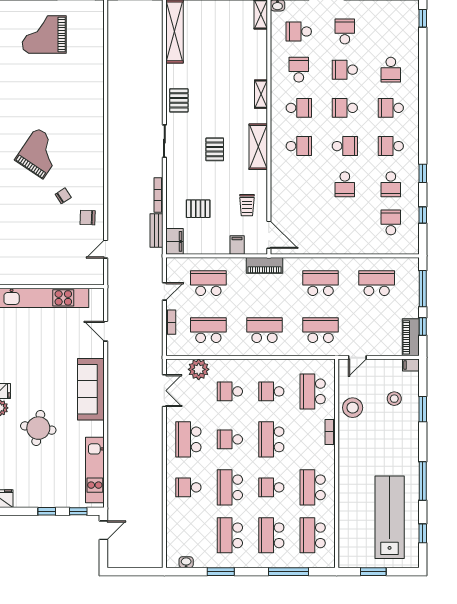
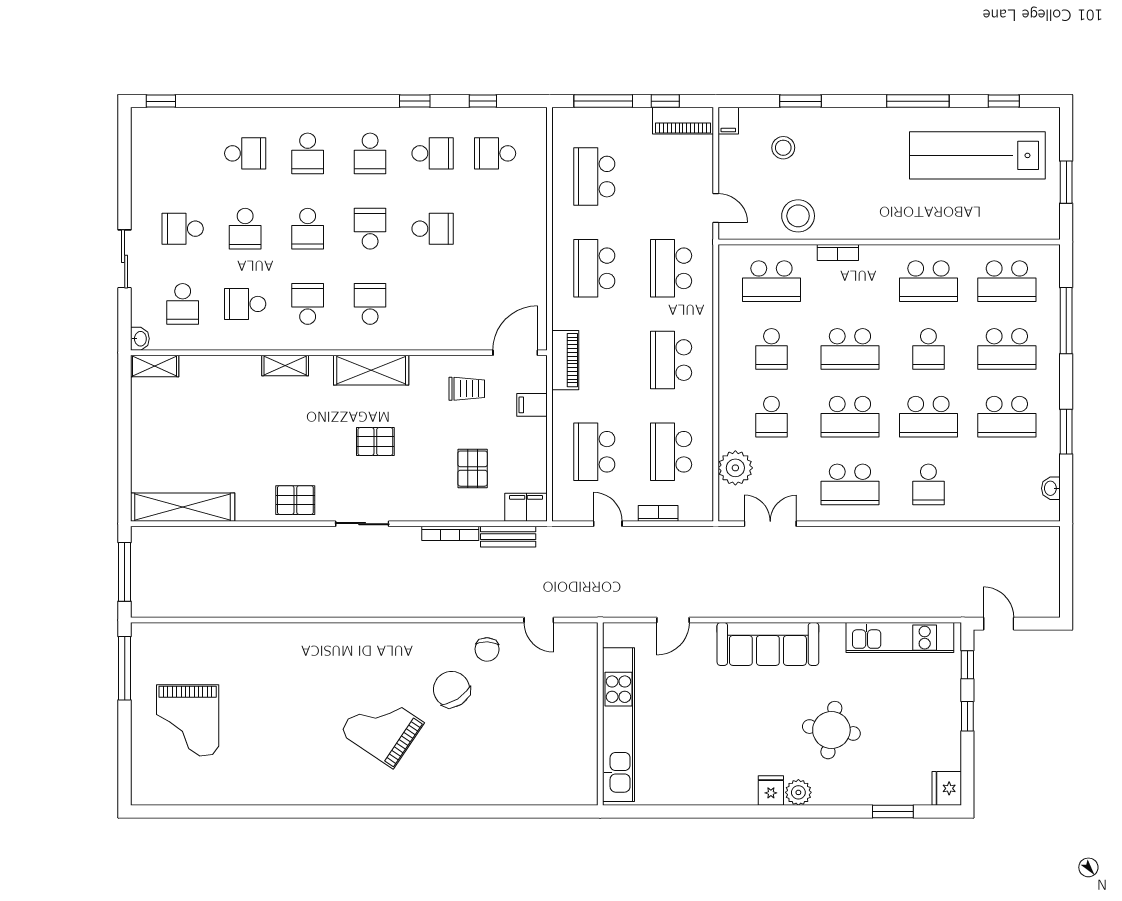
chair: (63, 196) -> (452, 689), width x1.87, depth x1.87
school desk: (230, 439) -> (850, 417), width x1.85

